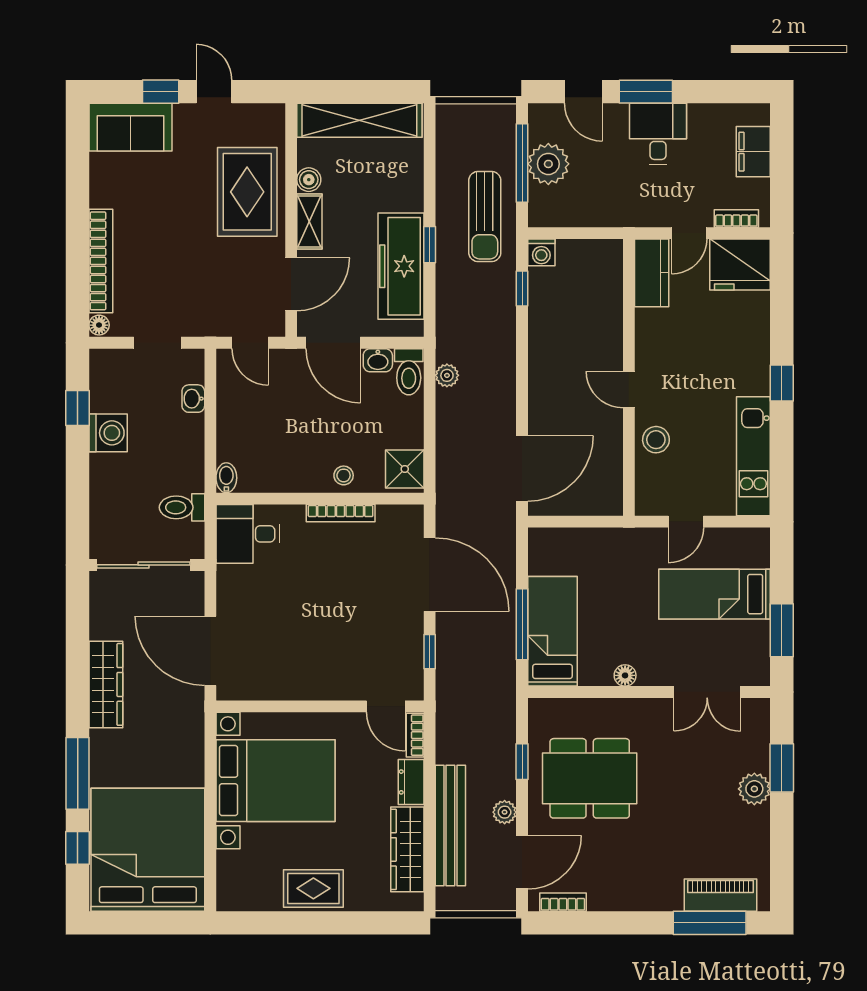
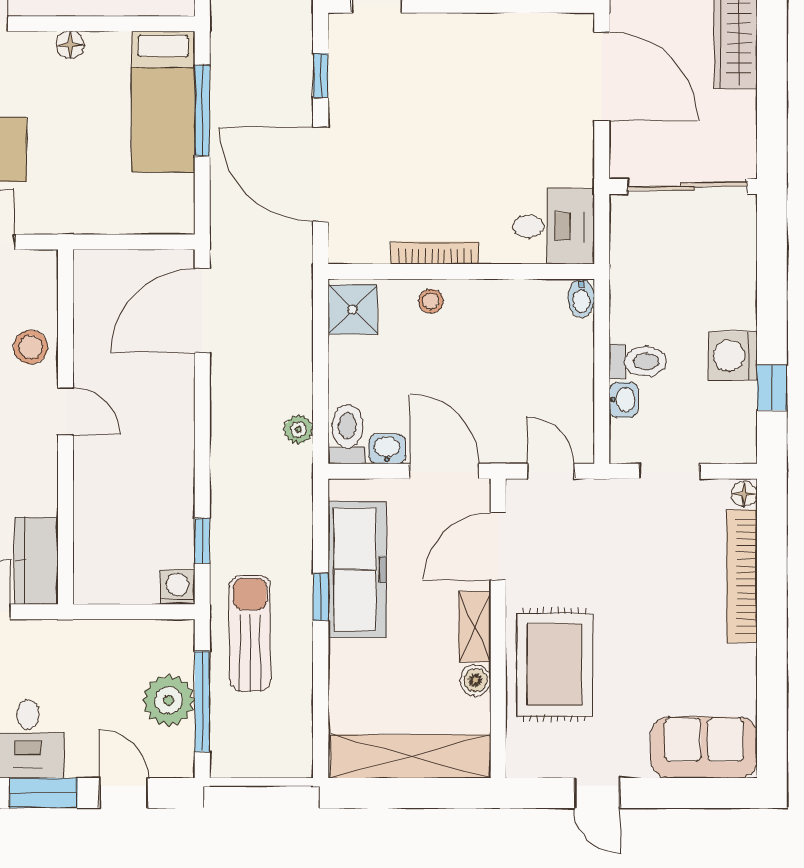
window: (161, 92) -> (665, 793), removed
toilet: (182, 507) -> (638, 361), moved

